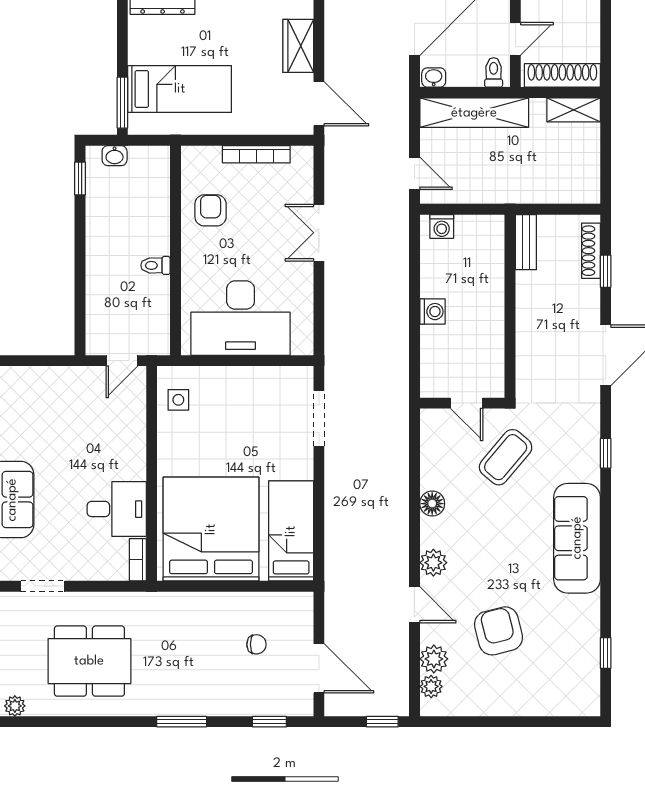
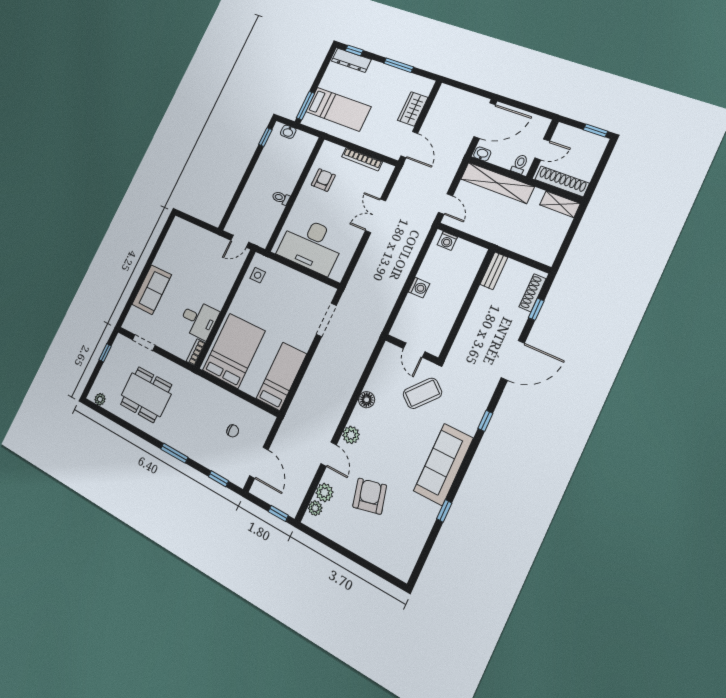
bed: (211, 529) -> (234, 351), width x0.73
window: (606, 653) -> (444, 511), moved

